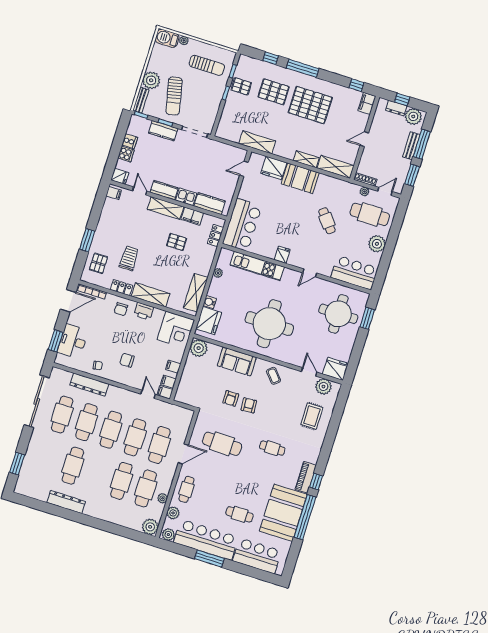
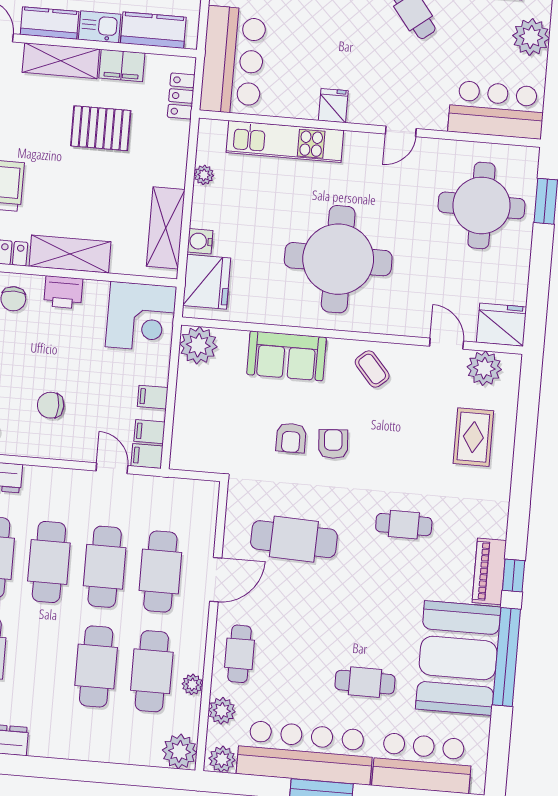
pallet: (177, 242) -> (101, 128), width x1.50, depth x1.42

